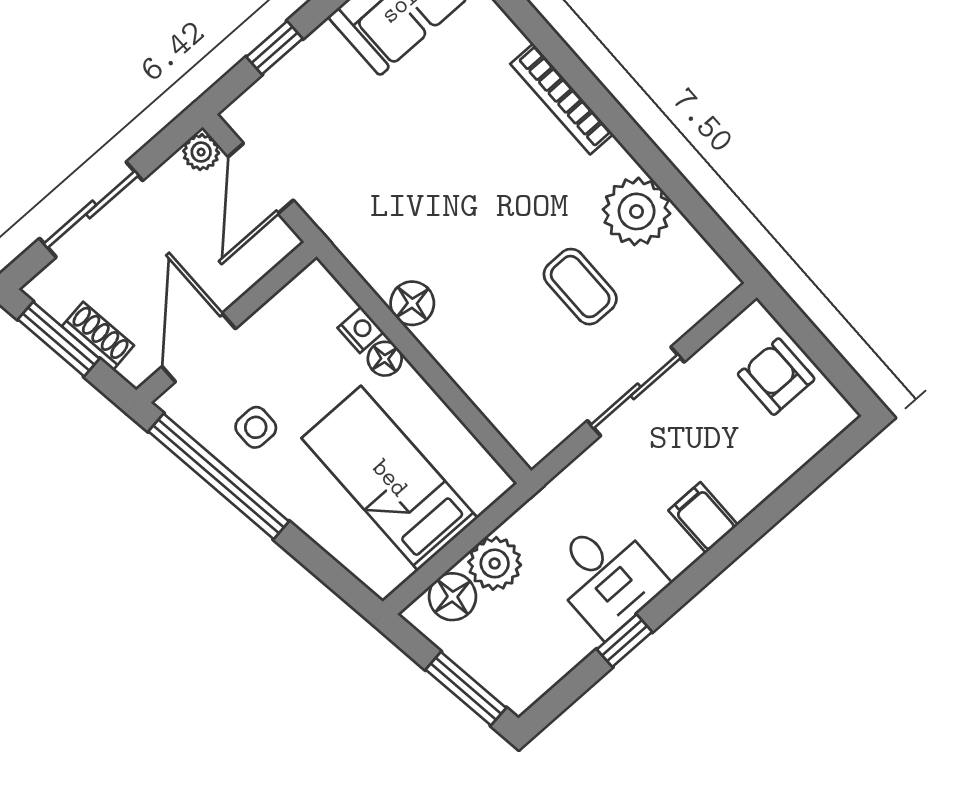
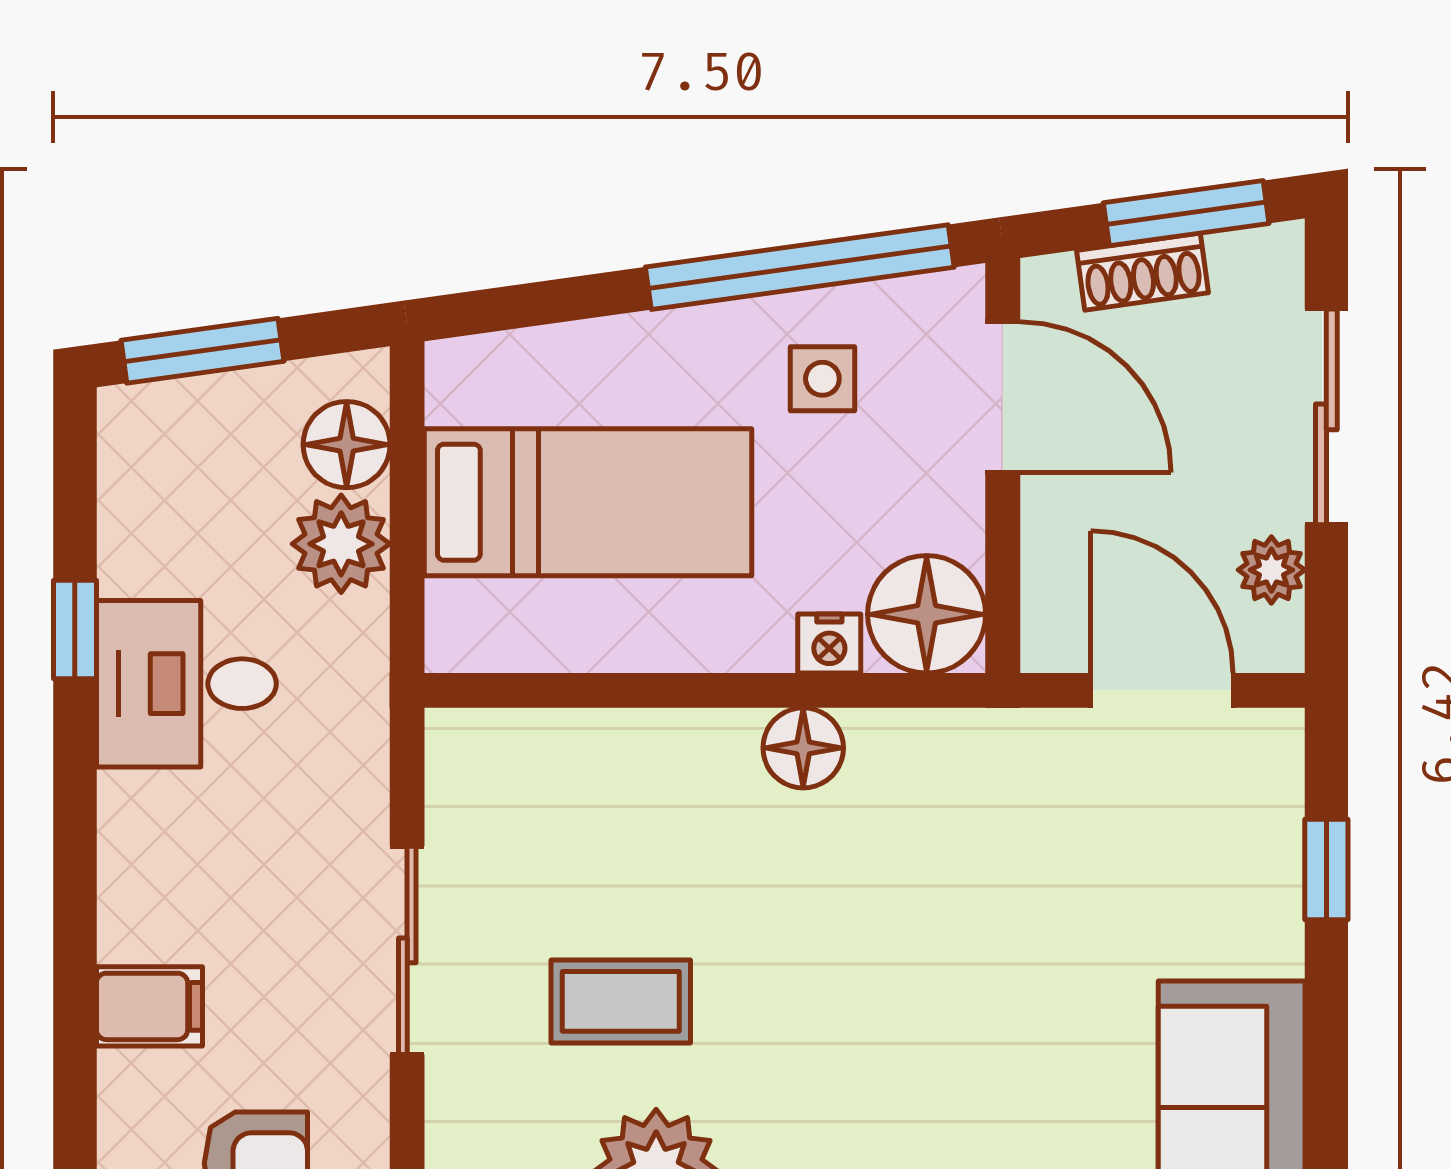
plant: (201, 152) -> (1271, 570), moved
floor lamp: (385, 359) -> (927, 614), moved, width x1.89, depth x1.89
filing cabinet: (703, 518) -> (149, 1006), moved

